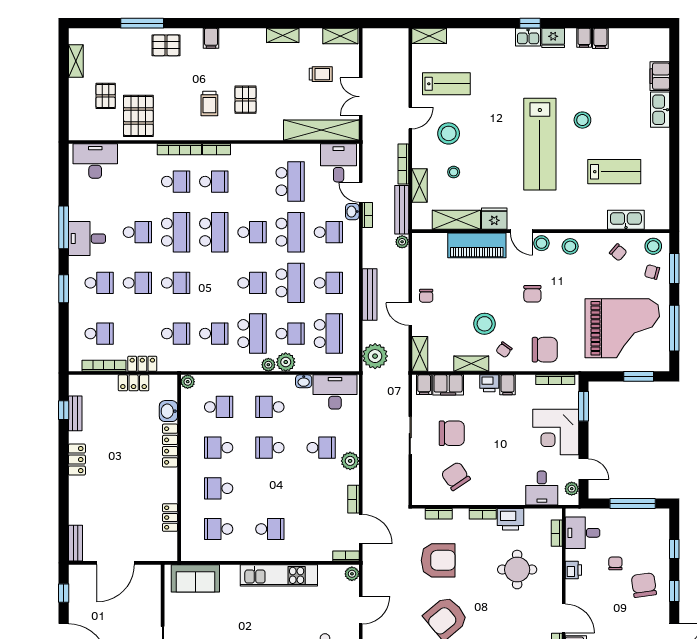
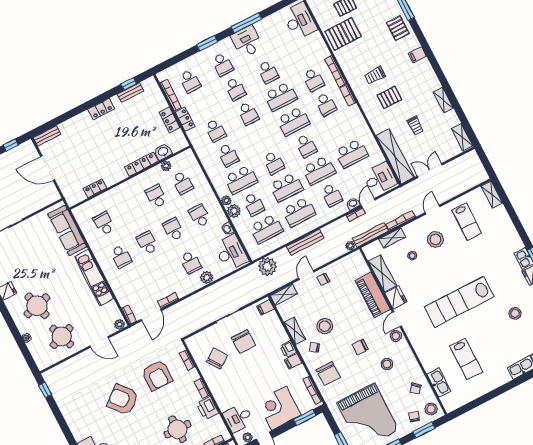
trolley: (321, 74) -> (415, 125), moved
door: (410, 118) -> (433, 210), swing flipped
stool: (582, 120) -> (515, 313), moved
stool: (570, 246) -> (387, 364), moved
school desk: (328, 283) -> (299, 212), width x1.85
plant: (188, 382) -> (166, 166), moved
filing cabinet: (448, 385) -> (273, 323), removed
plant: (350, 461) -> (207, 278), moved
school desk: (219, 488) -> (147, 243), moved
sofa: (195, 578) -> (67, 231), width x1.36

